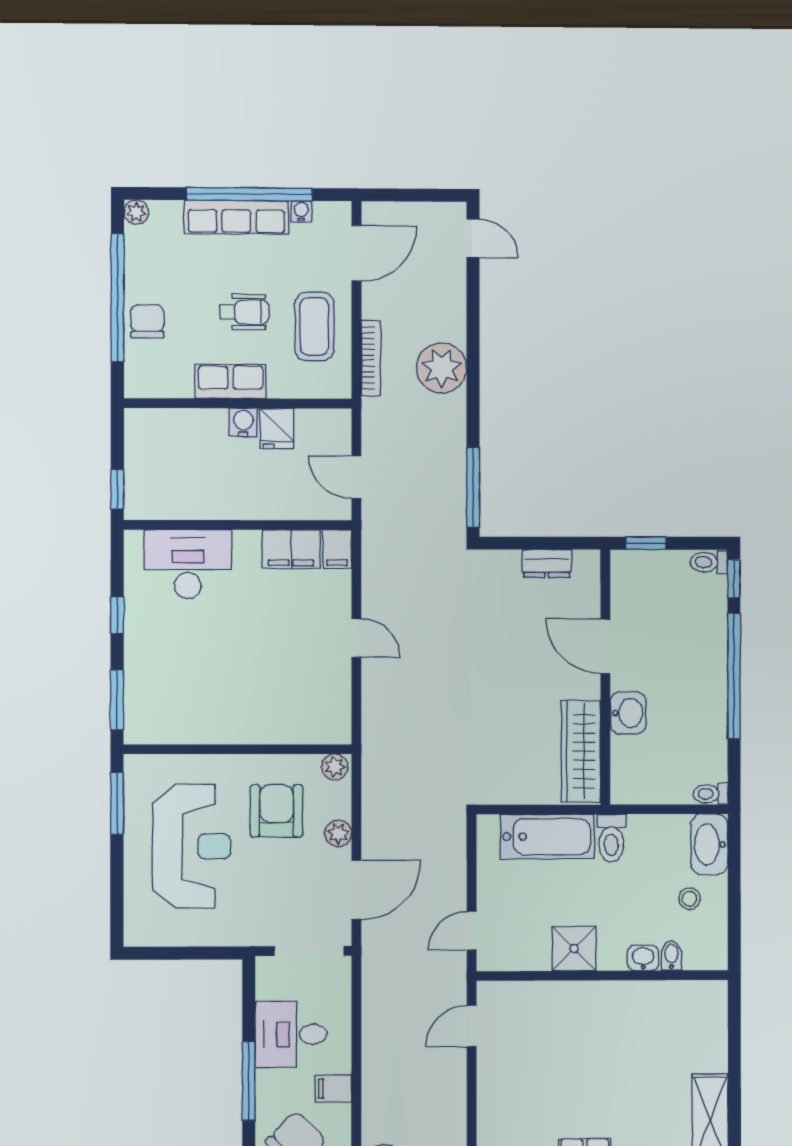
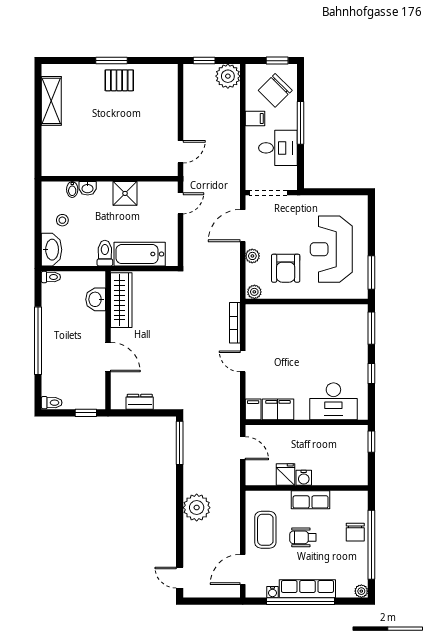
bookcase: (371, 358) -> (235, 323), moved
window: (734, 579) -> (38, 394), removed
washbasin: (628, 713) -> (96, 299), moved

